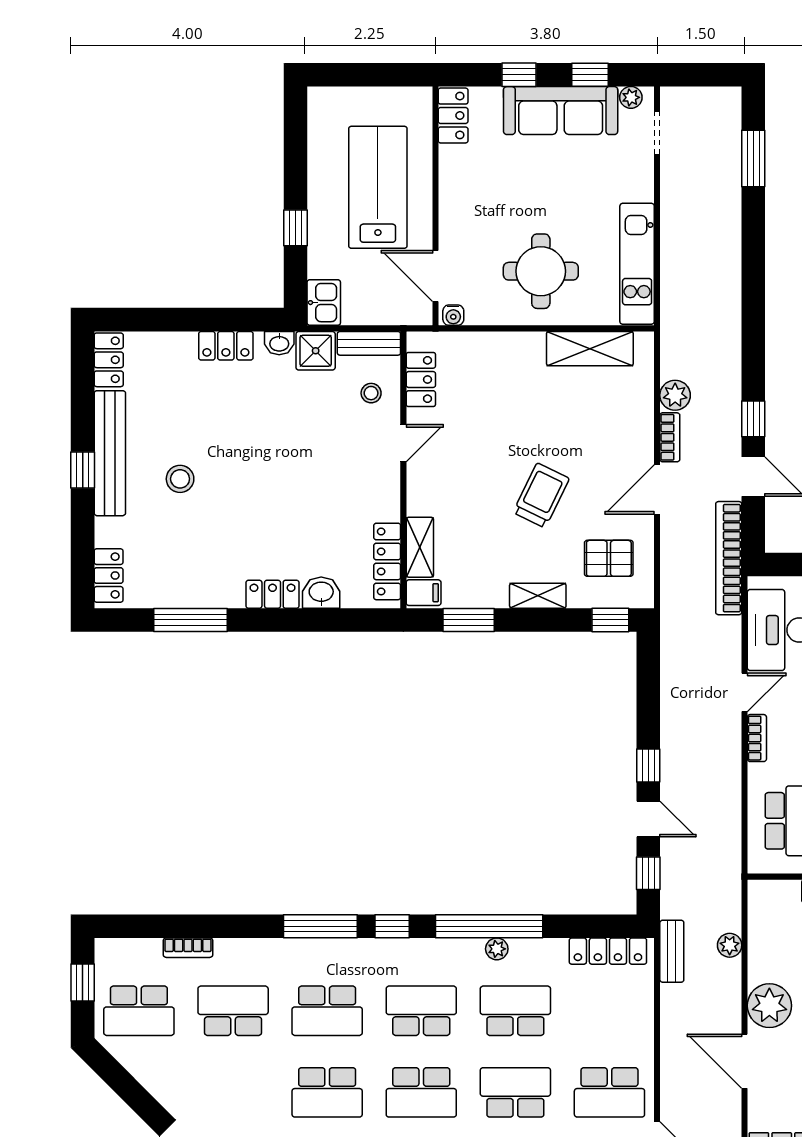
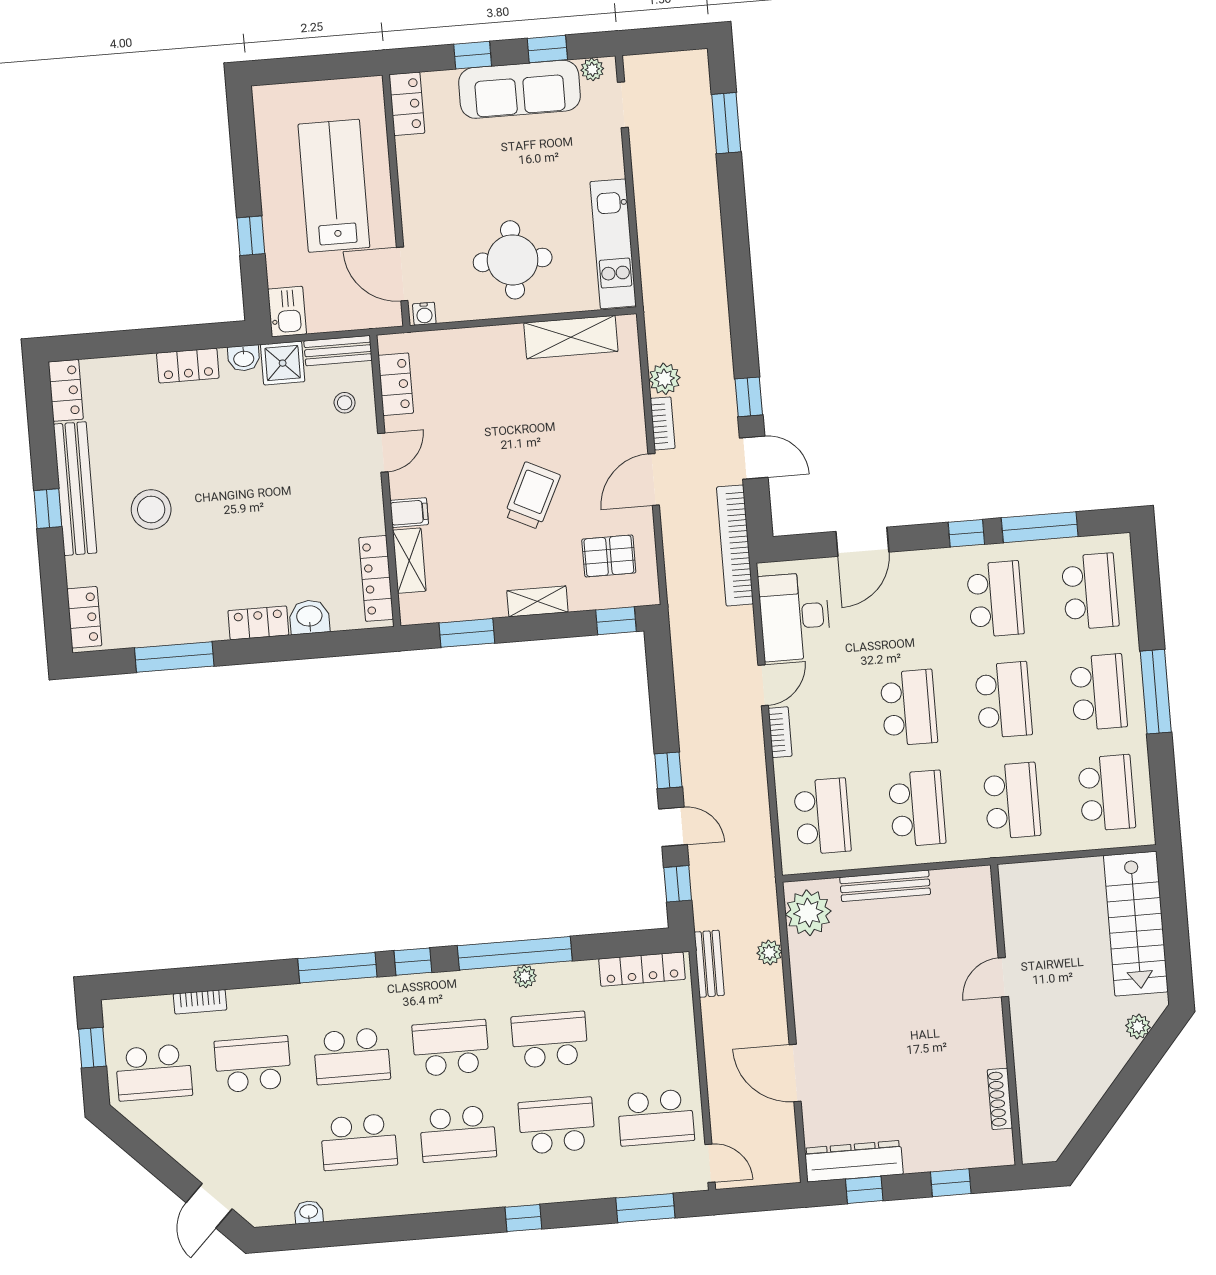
stool: (180, 479) -> (151, 510), width x1.38, depth x1.38
filing cabinet: (424, 593) -> (409, 513), moved
plant: (769, 1006) -> (808, 913), moved

